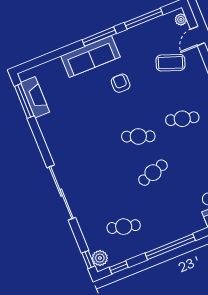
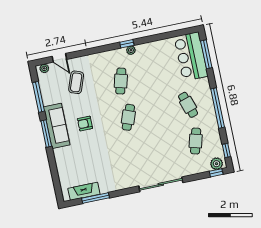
sofa: (90, 57) -> (57, 126), moved
window: (24, 101) -> (96, 198), moved
cafe table: (153, 173) -> (188, 105), moved

